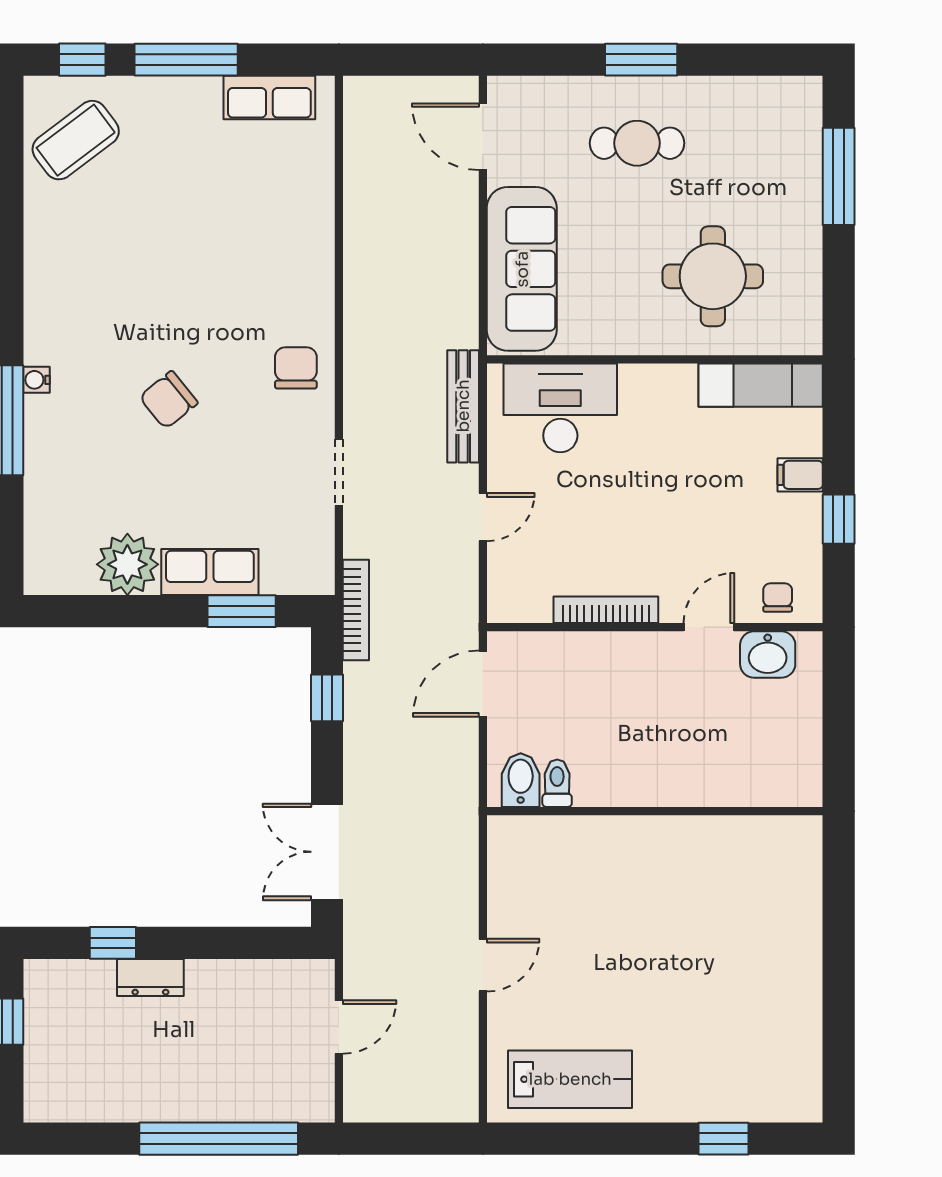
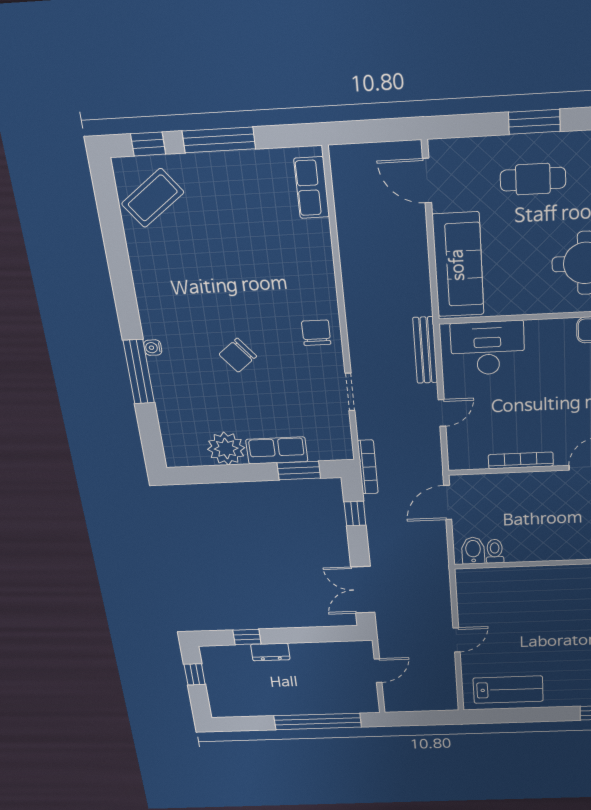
row of seats: (269, 98) -> (312, 188), moved, turned 90

